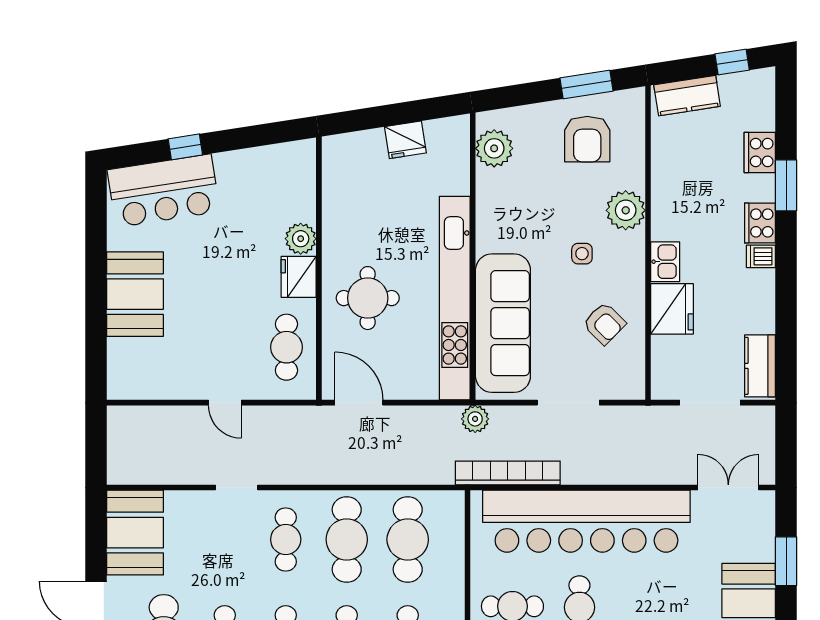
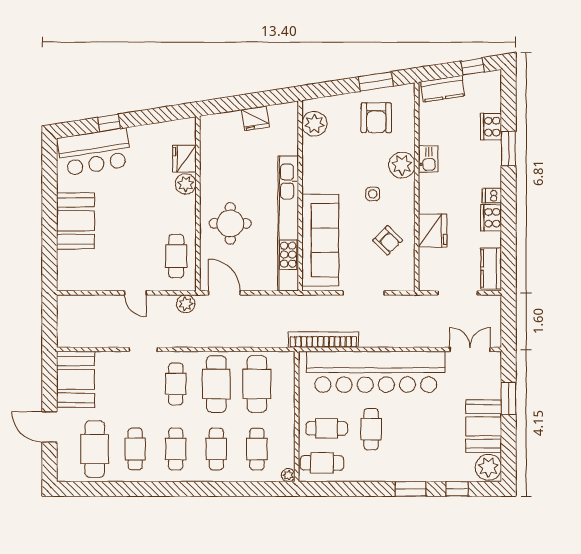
cooker: (760, 223) -> (491, 218), moved
kitchen sink: (665, 262) -> (428, 159), moved
fridge: (299, 277) -> (184, 159), moved
plant: (475, 419) -> (186, 304), moved

